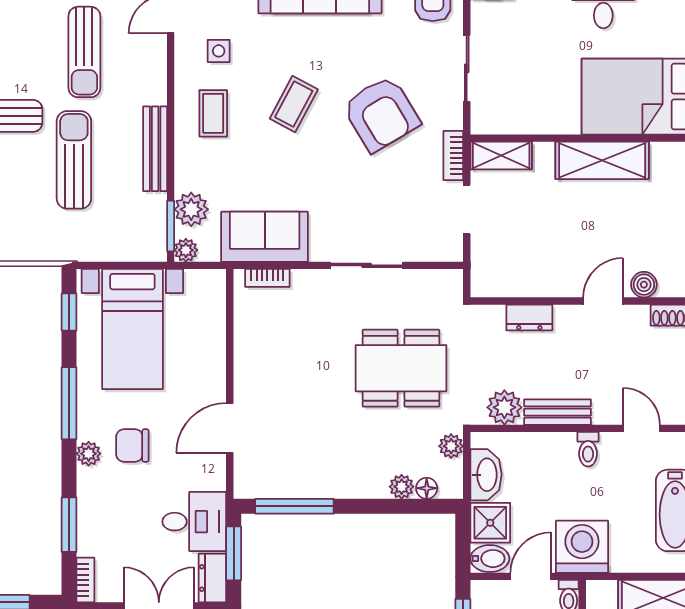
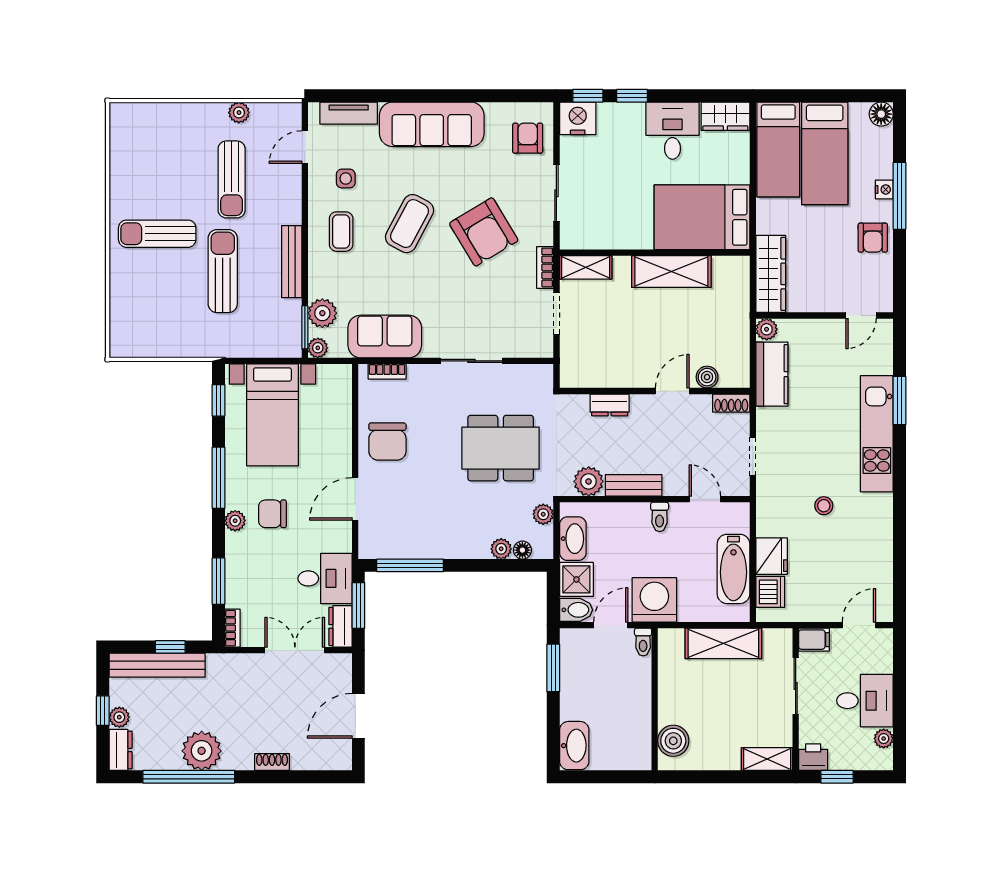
coffee table: (294, 104) -> (410, 224), width x1.36, depth x1.30
chair: (268, 361) -> (387, 442), added

